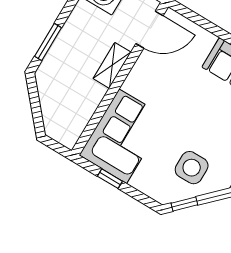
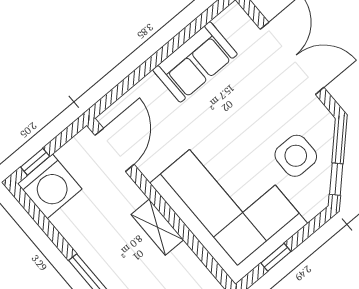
shelving: (112, 65) -> (157, 227), moved
corner sofa: (123, 136) -> (229, 203), width x1.36, depth x1.36

